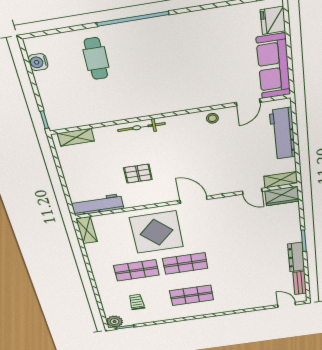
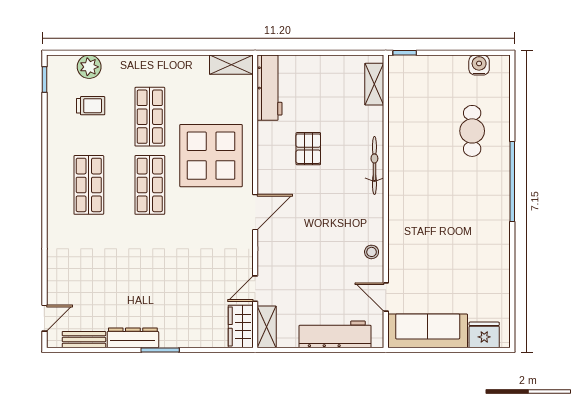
cafe table: (96, 59) -> (472, 131), turned 90
plant: (115, 322) -> (89, 67), moved

